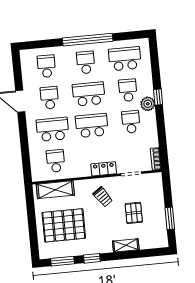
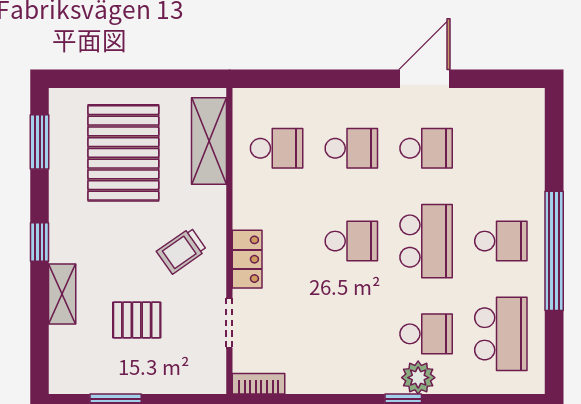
school desk: (46, 66) -> (501, 148), removed
plant: (148, 104) -> (418, 378), moved
school desk: (131, 122) -> (351, 334), removed
school desk: (92, 126) -> (351, 241), width x0.54
school desk: (53, 129) -> (351, 148), width x0.54
window: (92, 258) -> (40, 242), moved

